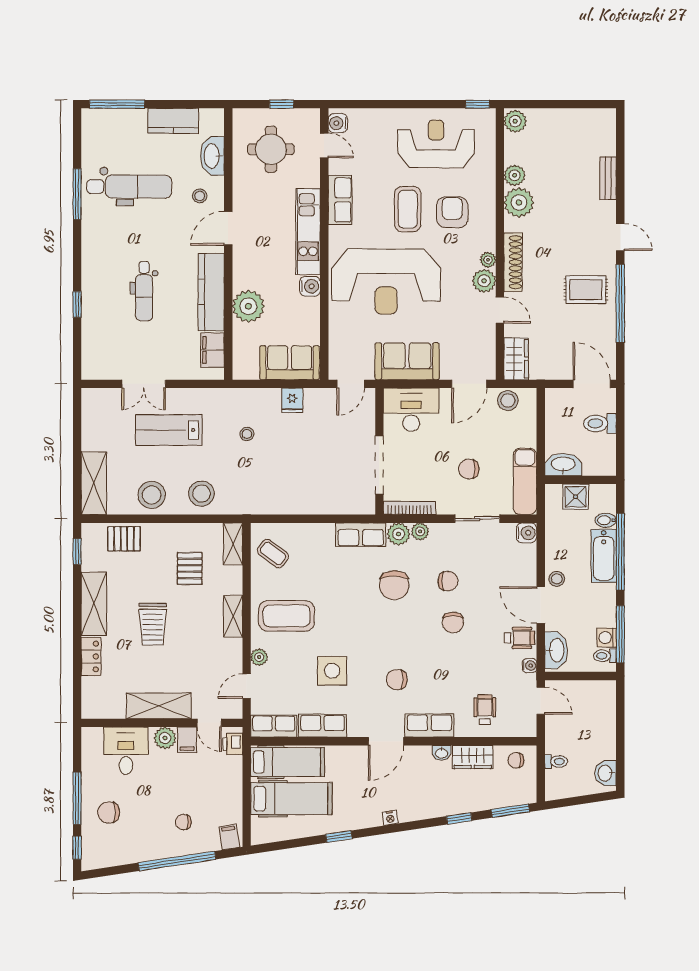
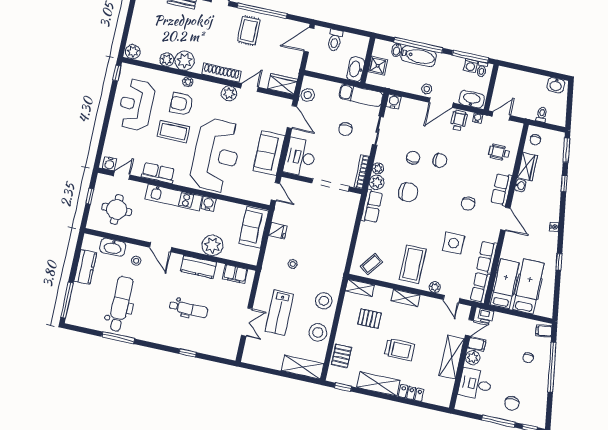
plant: (488, 260) -> (188, 82), moved
kitchen counter: (211, 292) -> (198, 267), width x0.67

